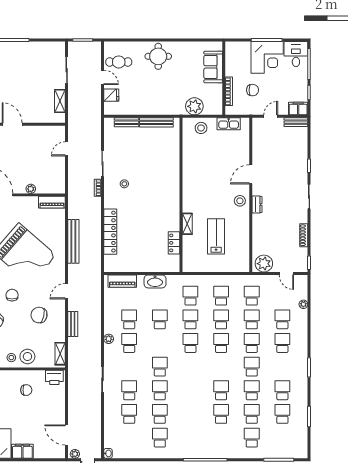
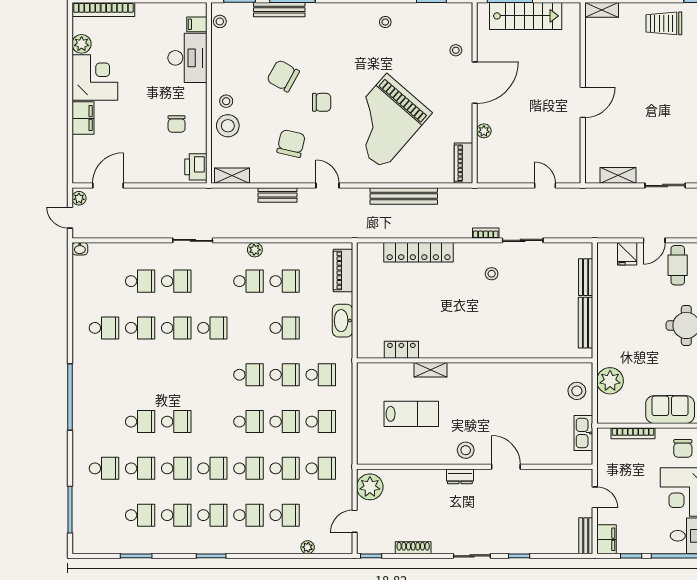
chair: (253, 90) -> (683, 448), moved
school desk: (282, 367) -> (212, 515), added

